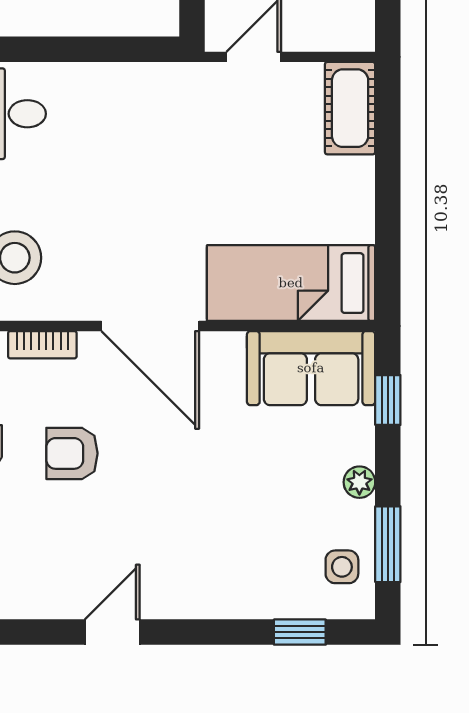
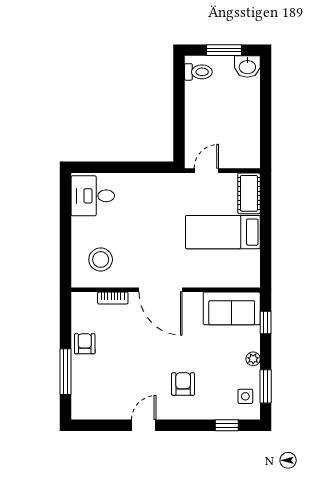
bed: (291, 283) -> (223, 232), moved
armchair: (72, 453) -> (183, 384), moved, turned 90

